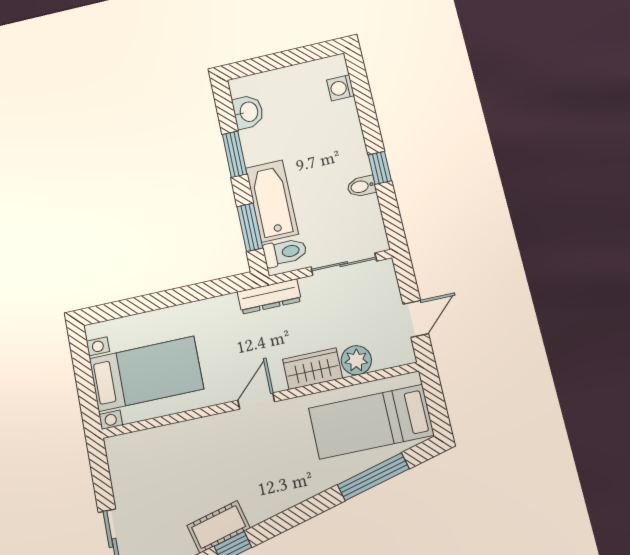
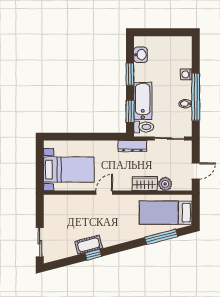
washing machine: (340, 88) -> (186, 74), moved
window: (380, 168) -> (196, 97), width x3.17
door: (256, 401) -> (104, 193), moved

